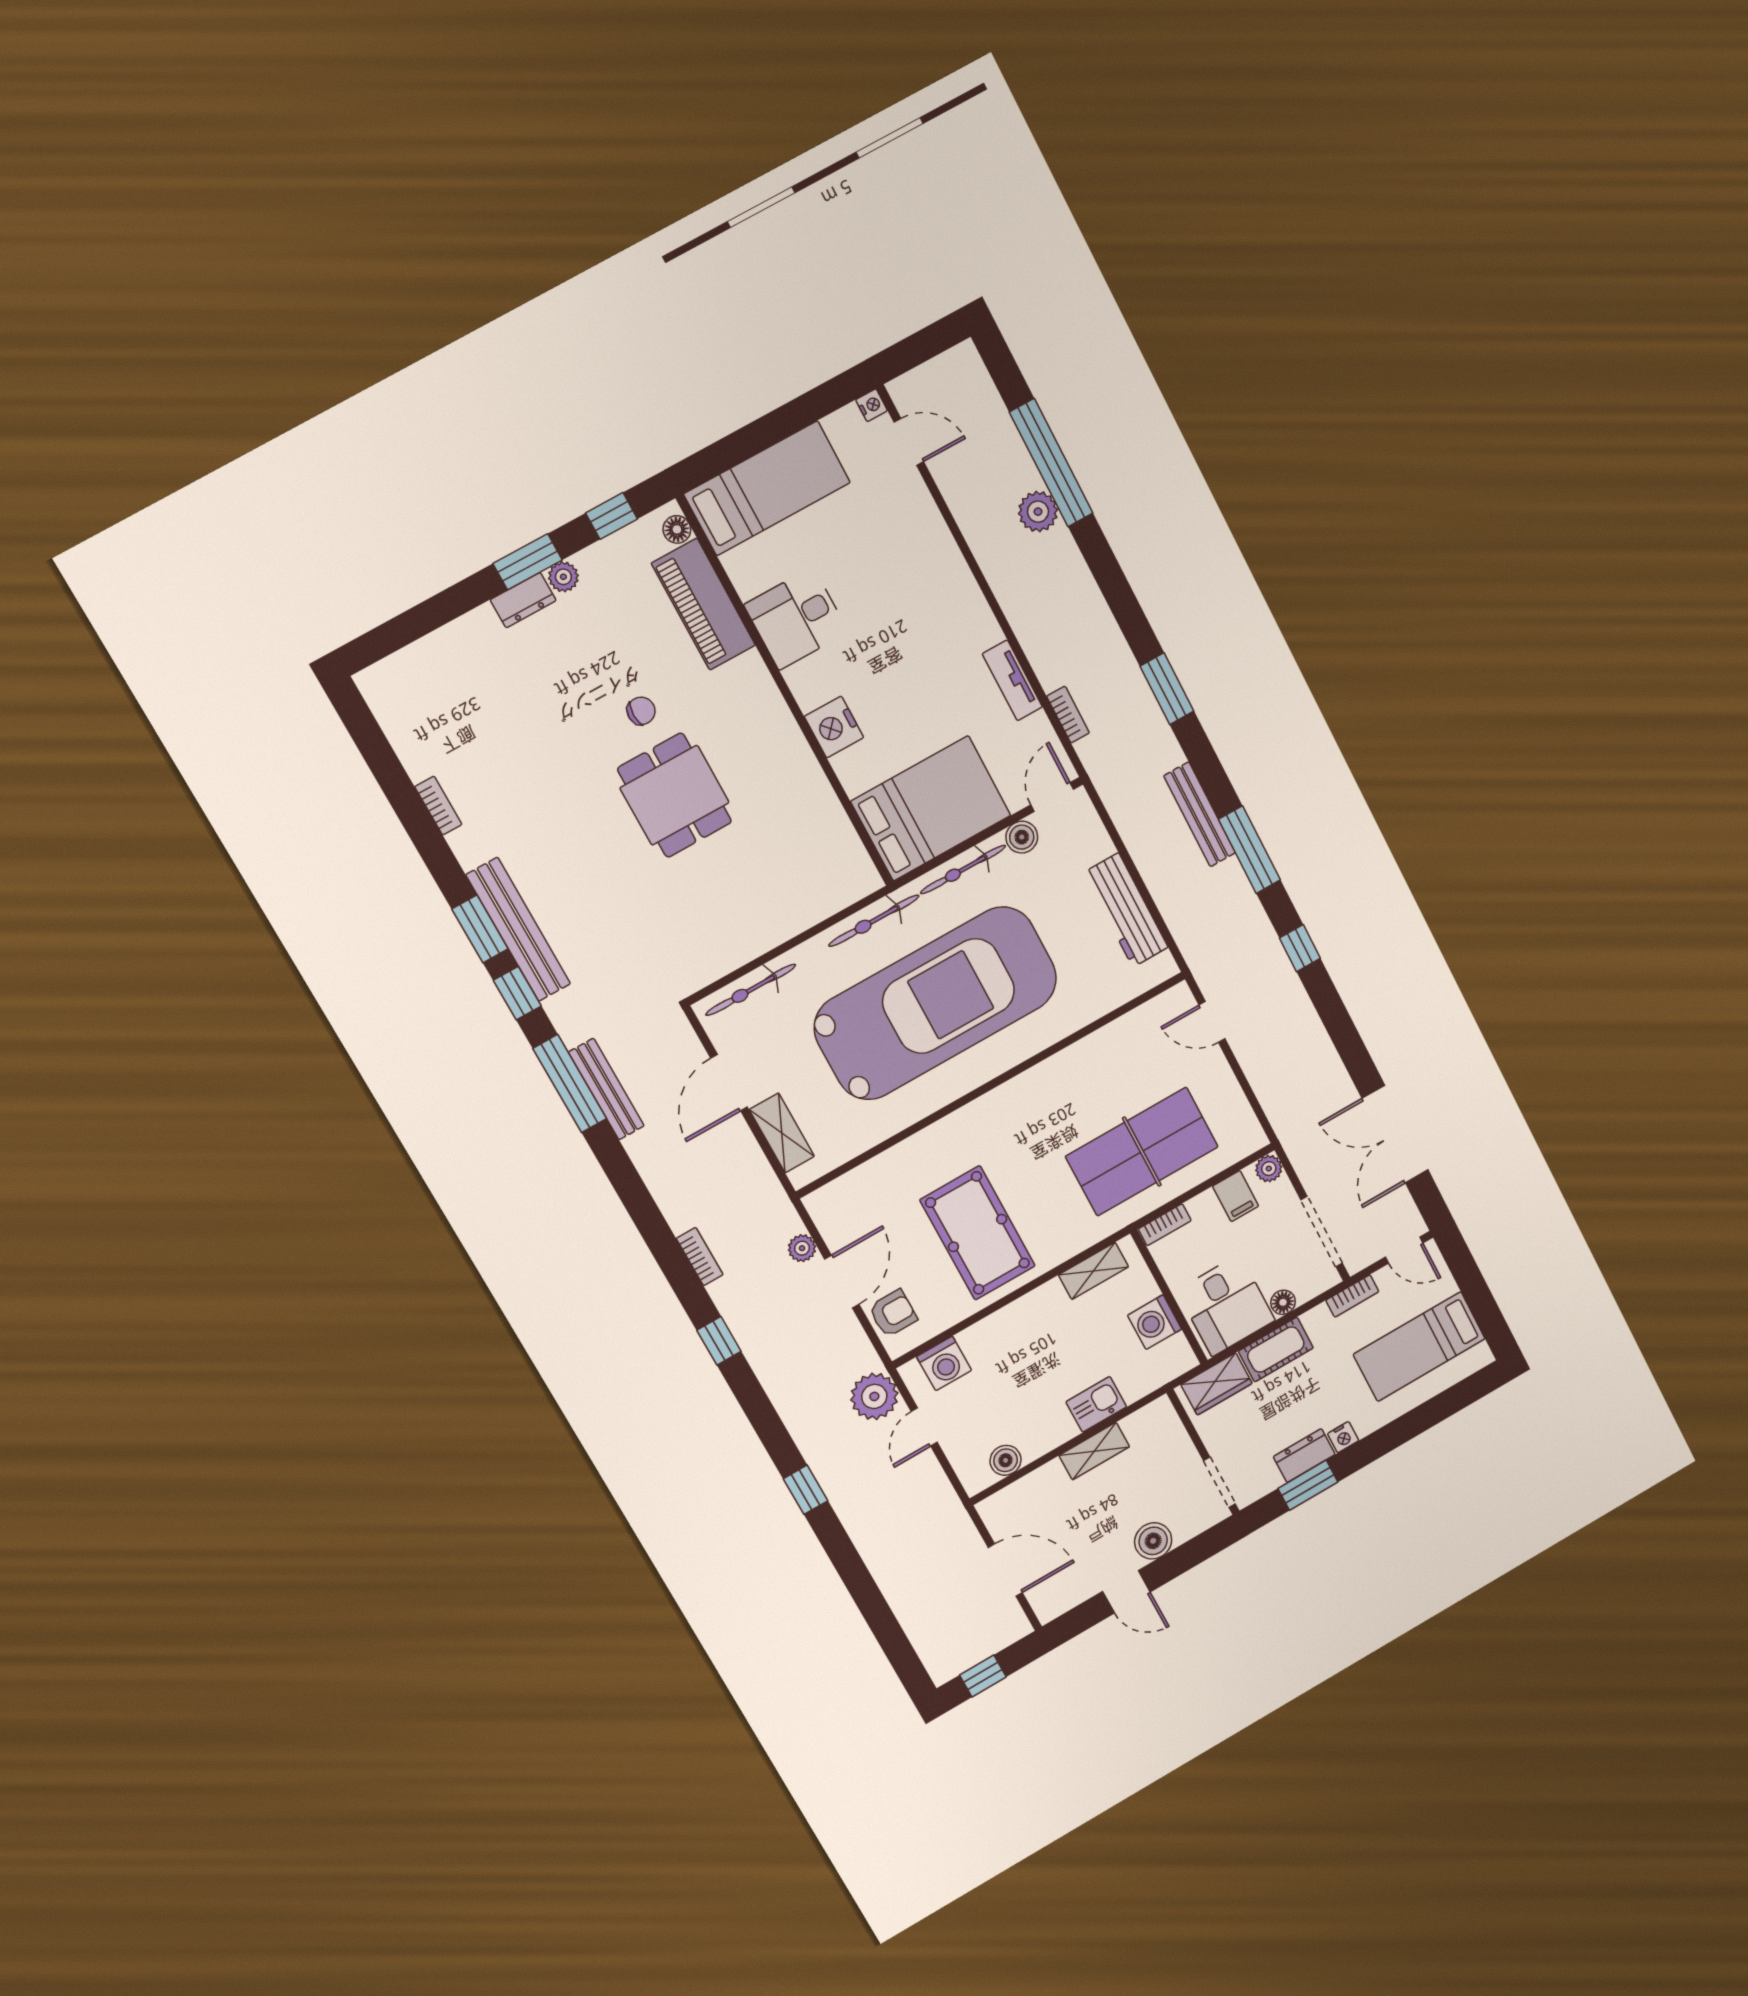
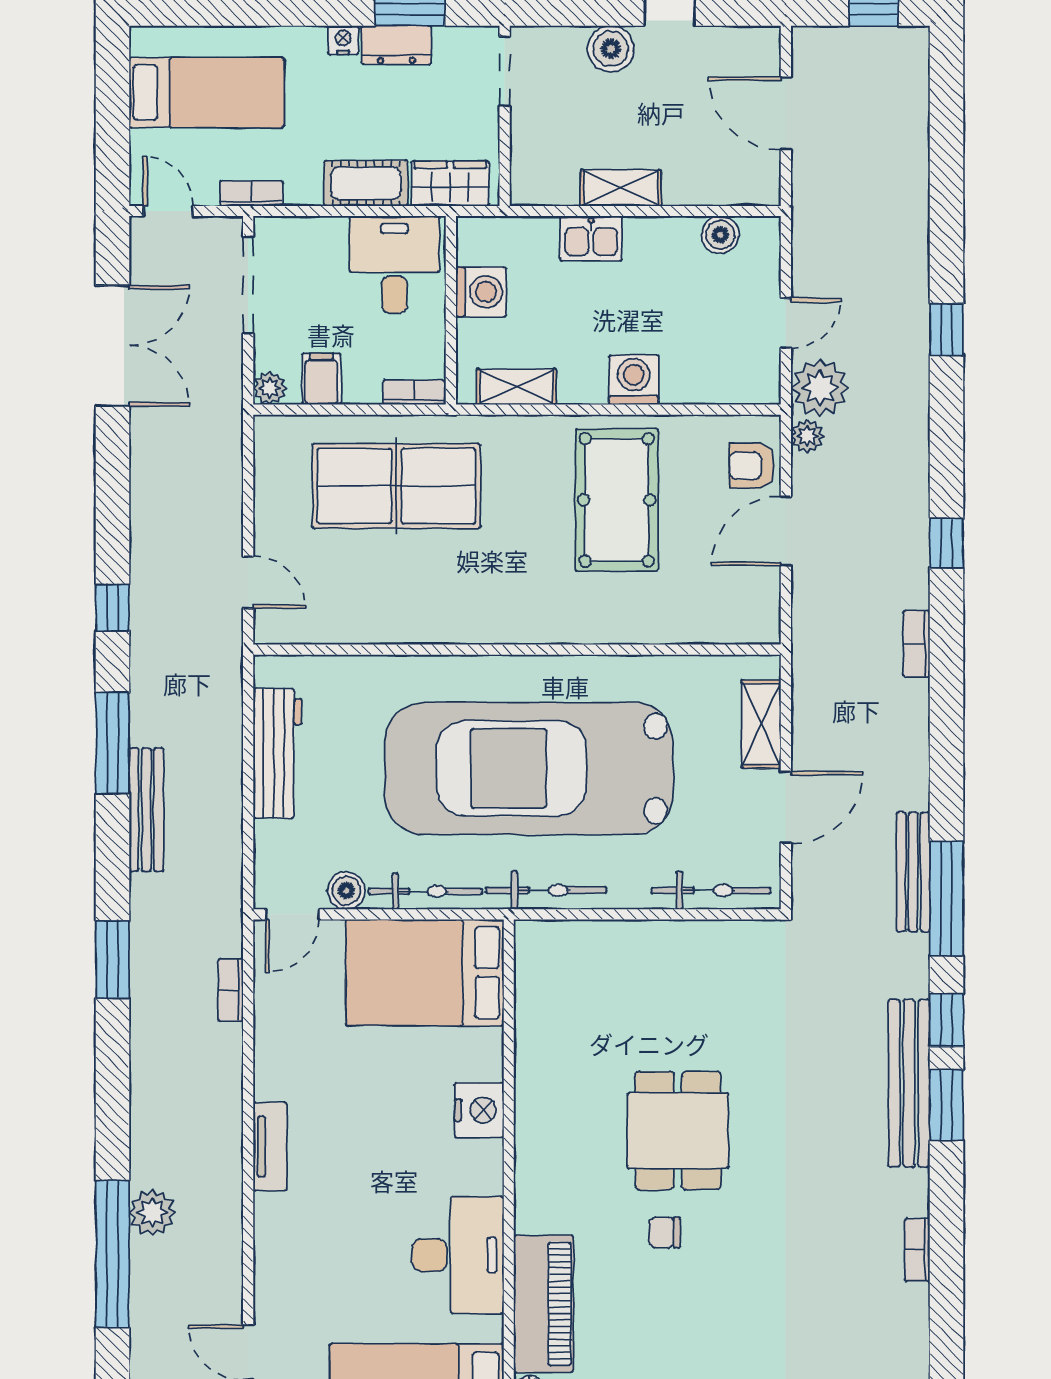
desk: (796, 618) -> (458, 1255), width x1.37
tv unit: (1012, 680) -> (270, 1147), moved
plant: (802, 1248) -> (807, 436), moved
floor lamp: (1283, 1302) -> (331, 231), removed
washing machine: (944, 1363) -> (634, 380), moved

